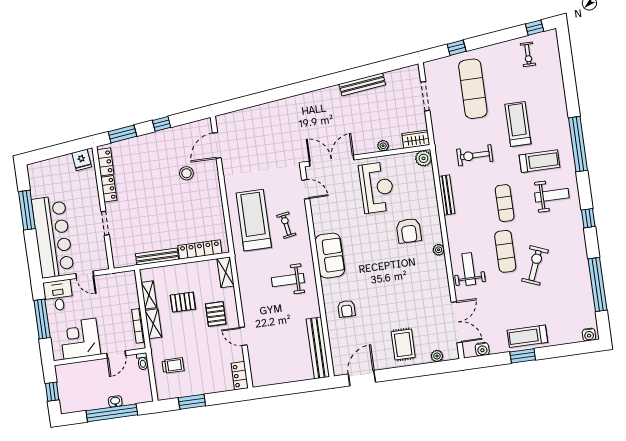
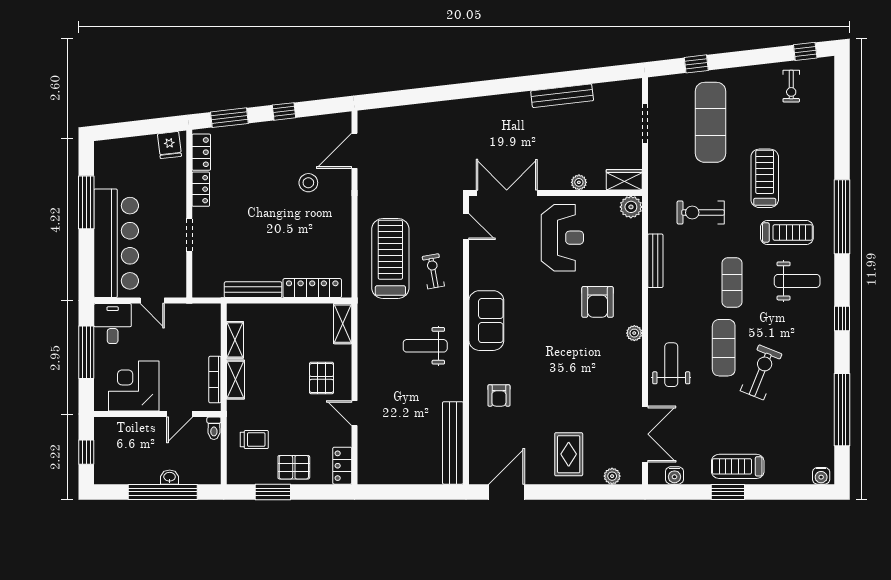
pallet: (183, 302) -> (294, 467), moved

